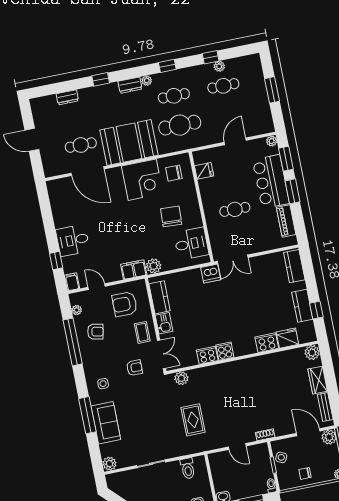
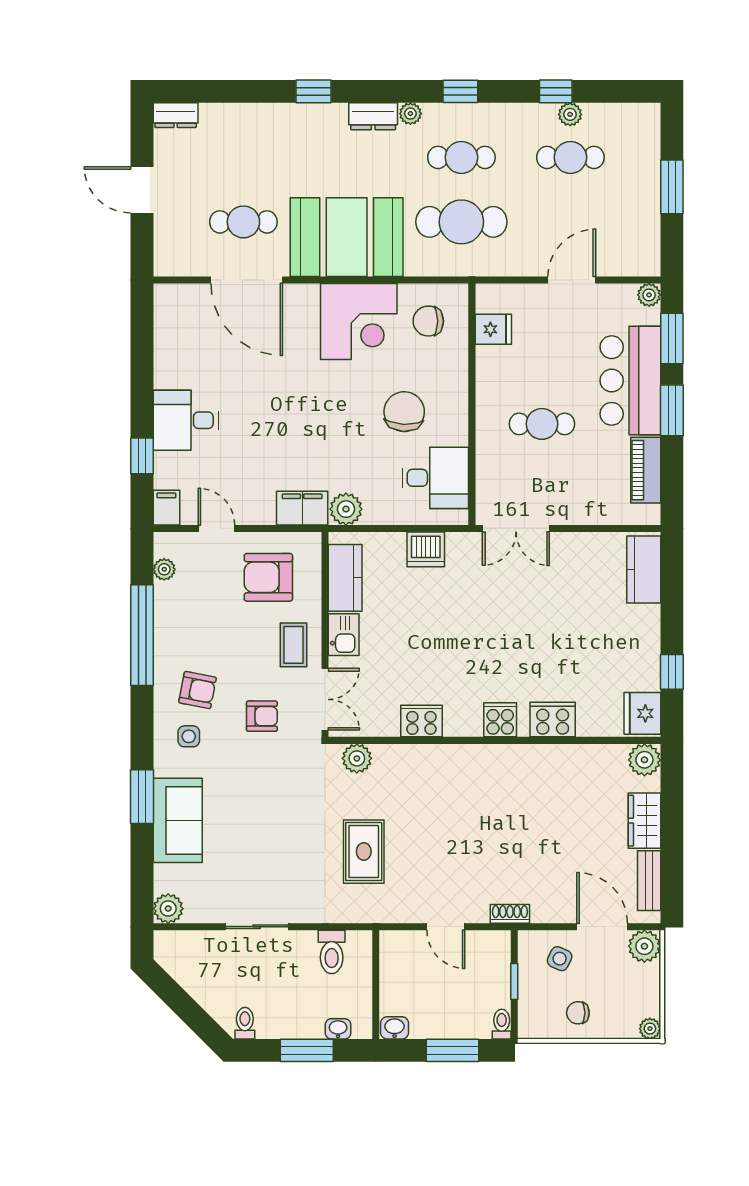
dresser: (67, 97) -> (176, 115), moved
dishwasher: (211, 274) -> (426, 549), moved
kitchen counter: (302, 306) -> (644, 657), removed
armchair: (95, 332) -> (198, 690), moved
fridge: (287, 338) -> (642, 713), moved, turned -90
cooker: (225, 351) -> (500, 720), moved
window: (87, 415) -> (142, 797), width x0.69
side table: (281, 457) -> (560, 959), moved

